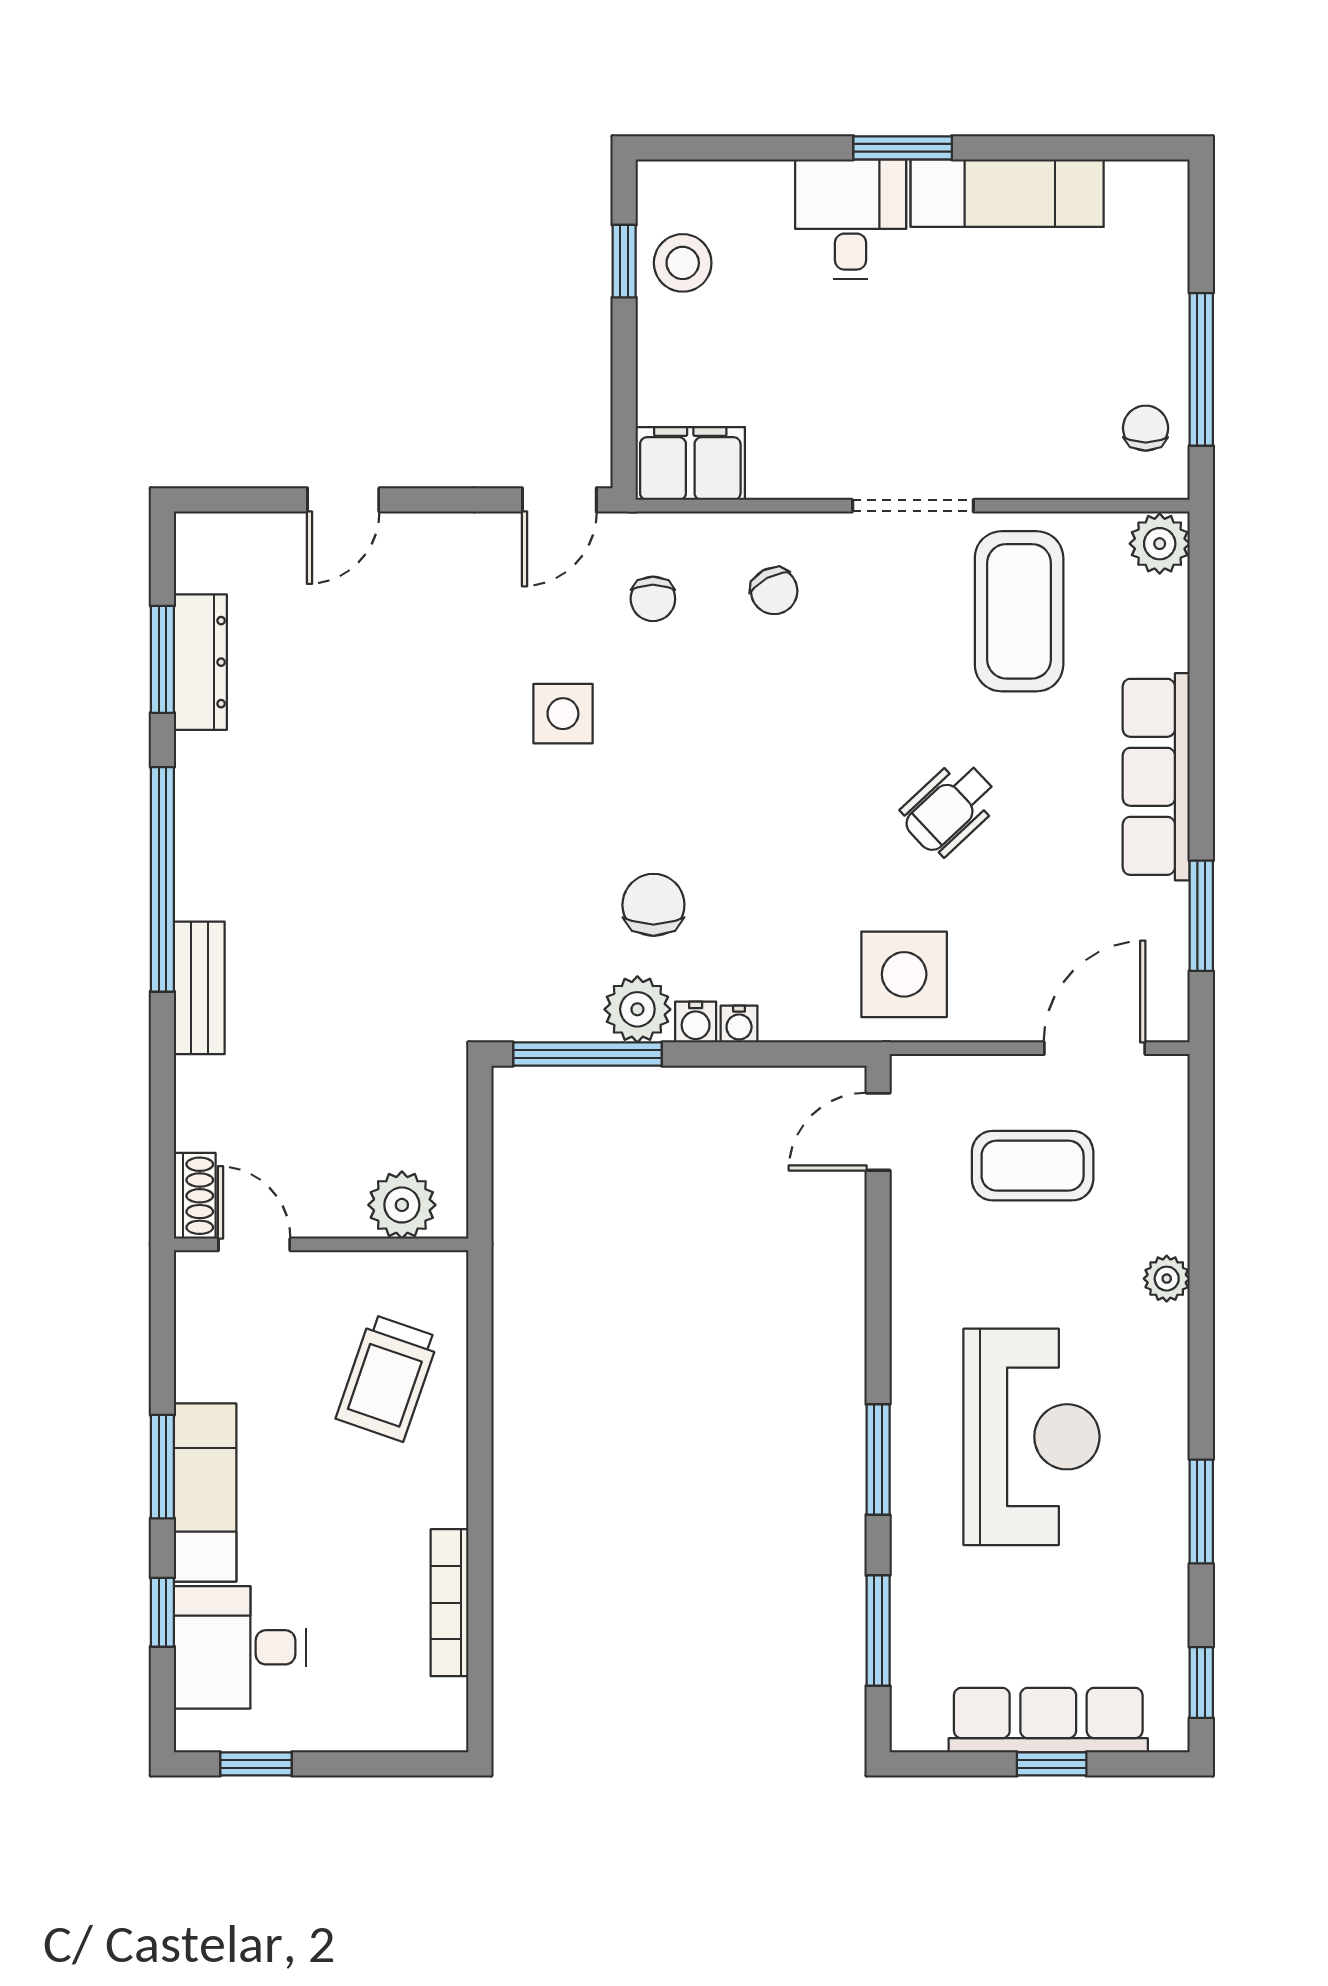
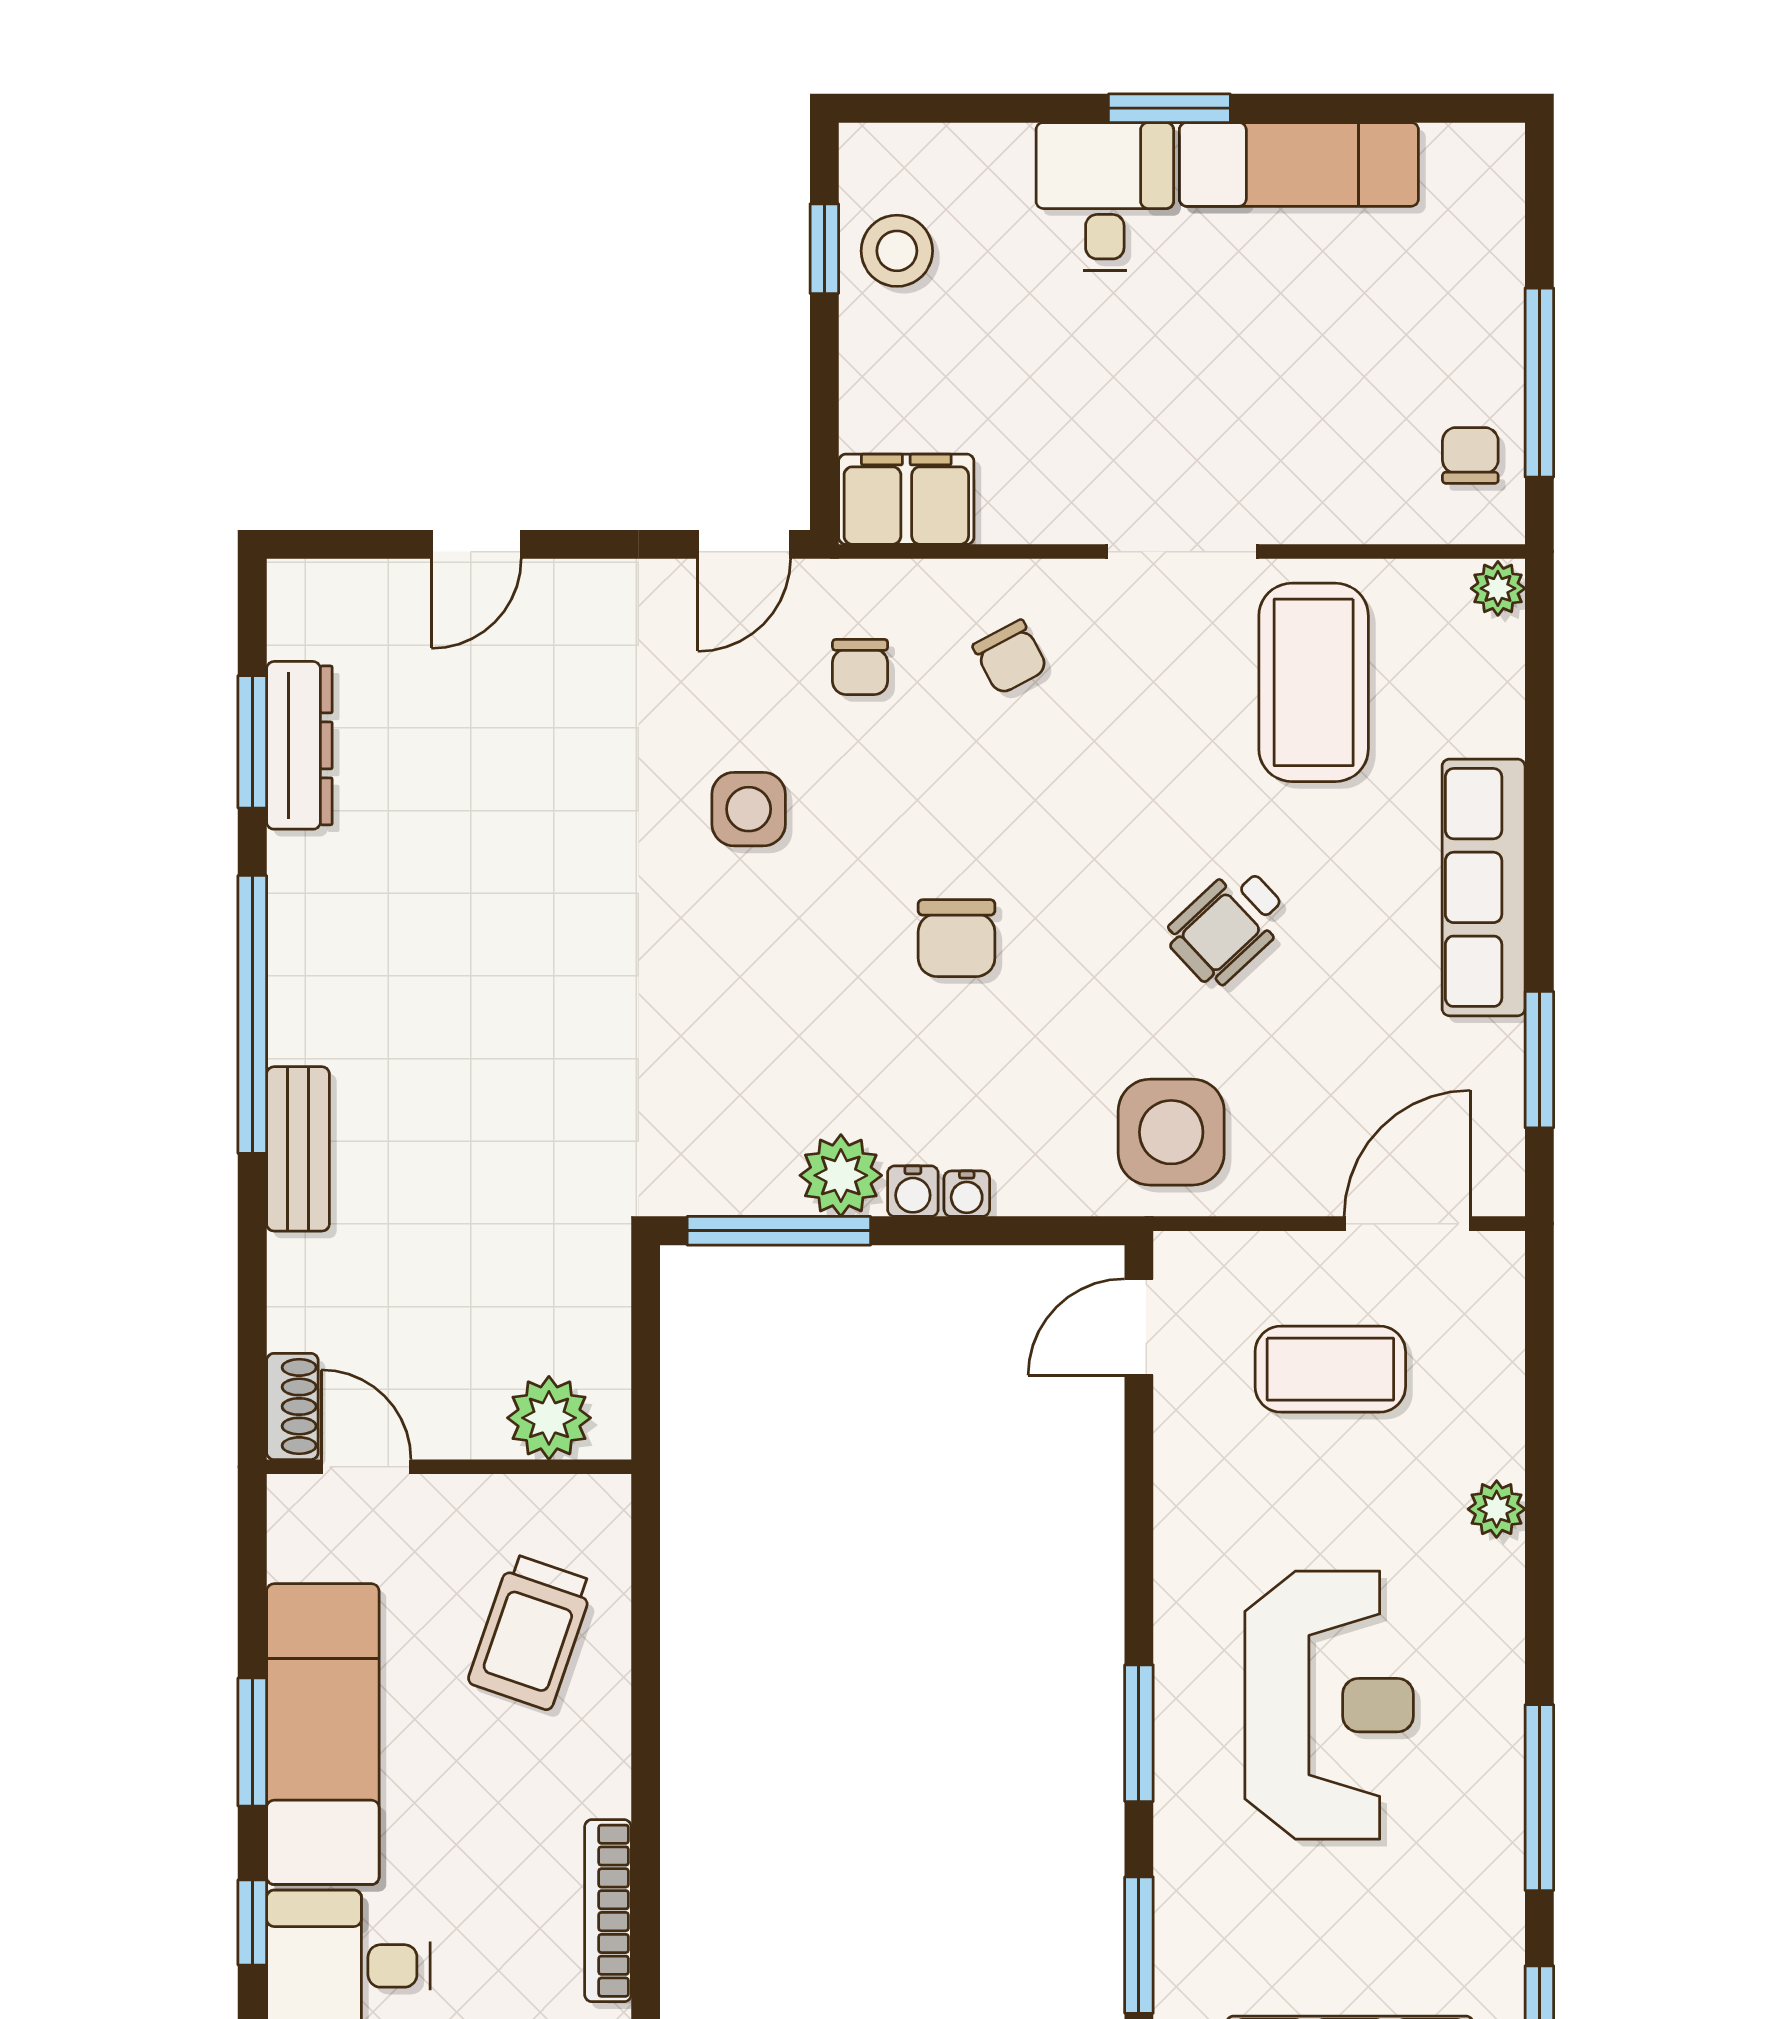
plant: (1160, 544) -> (1498, 588), width x0.73, depth x0.73
chair: (653, 905) -> (957, 938), moved, turned 180
exam couch: (205, 1493) -> (323, 1734), width x1.36, depth x1.45
window: (1201, 1511) -> (1539, 1798), width x1.44

